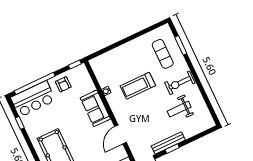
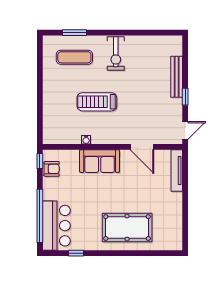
armchair: (63, 84) -> (52, 169), moved
treadmill: (138, 86) -> (97, 102), turned 90
weight bench: (179, 109) -> (145, 68), removed
bench: (168, 143) -> (177, 77), moved

